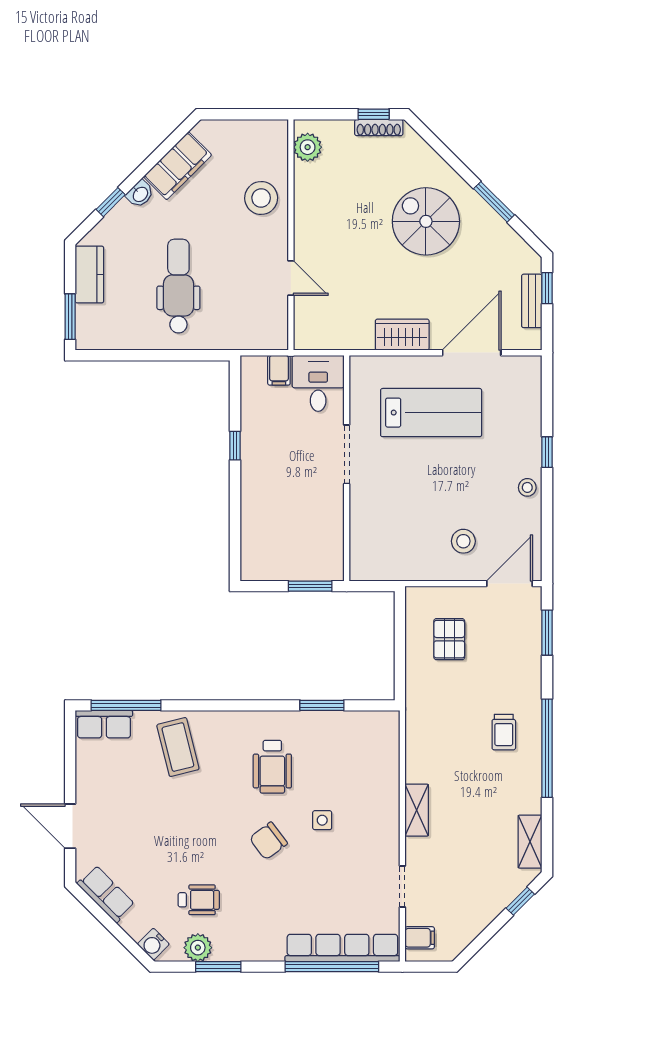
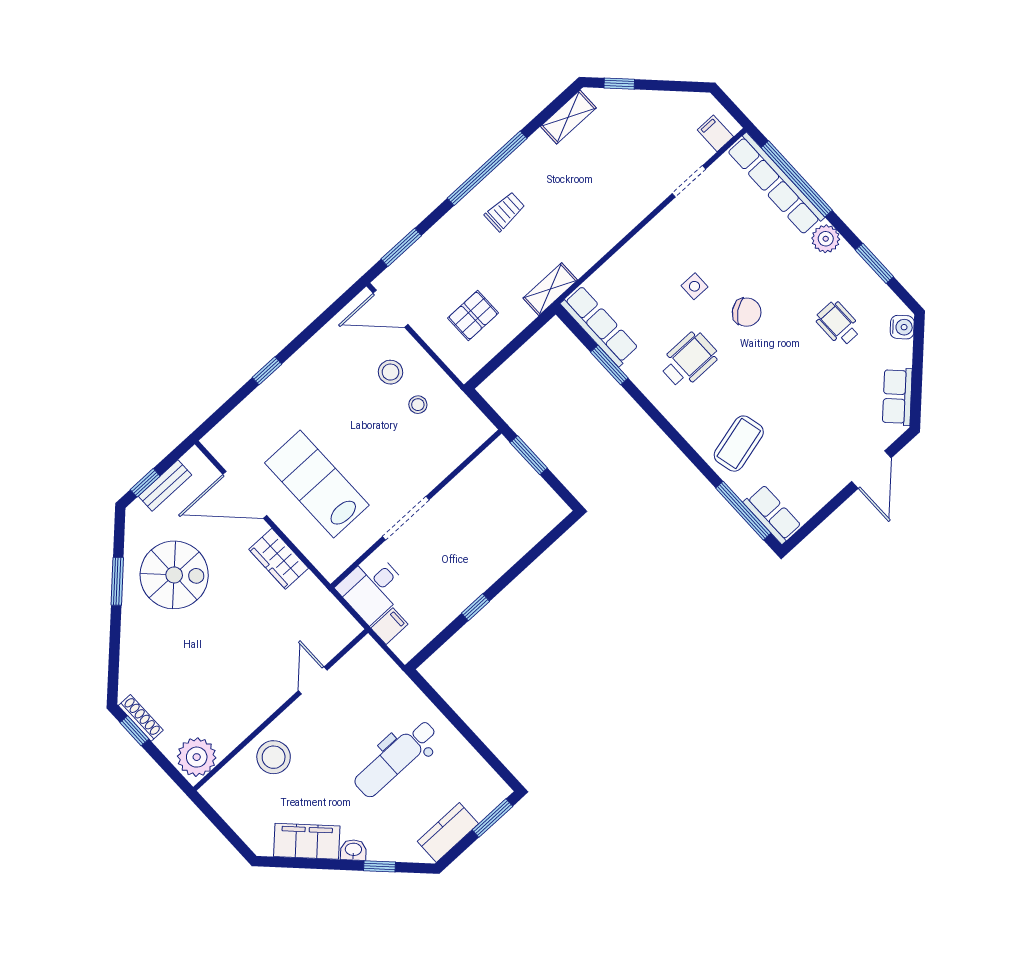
plant: (308, 147) -> (197, 757), width x1.36, depth x1.36
spiral stairs: (426, 221) -> (174, 575), moved, turned -90
stool: (527, 487) -> (418, 405), moved
row of seats: (357, 724) -> (599, 326), added
shelving: (417, 810) -> (550, 289), moved
plant: (198, 948) -> (826, 239), moved

